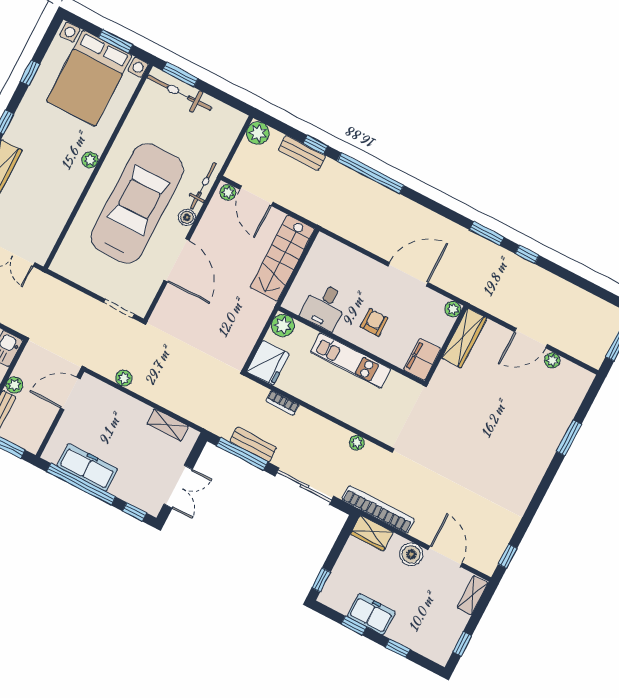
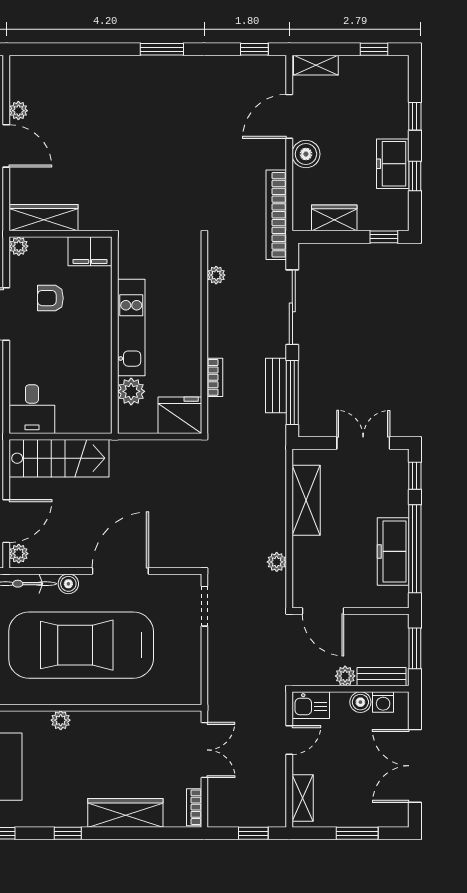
desk: (325, 306) -> (32, 409), moved, turned 90
armchair: (374, 322) -> (50, 298), moved
plant: (283, 325) -> (131, 391), moved
shelving: (168, 425) -> (306, 500), width x1.50, depth x1.33
window: (569, 438) -> (162, 49), moved
wardrobe: (372, 533) -> (334, 218), moved, turned -90

